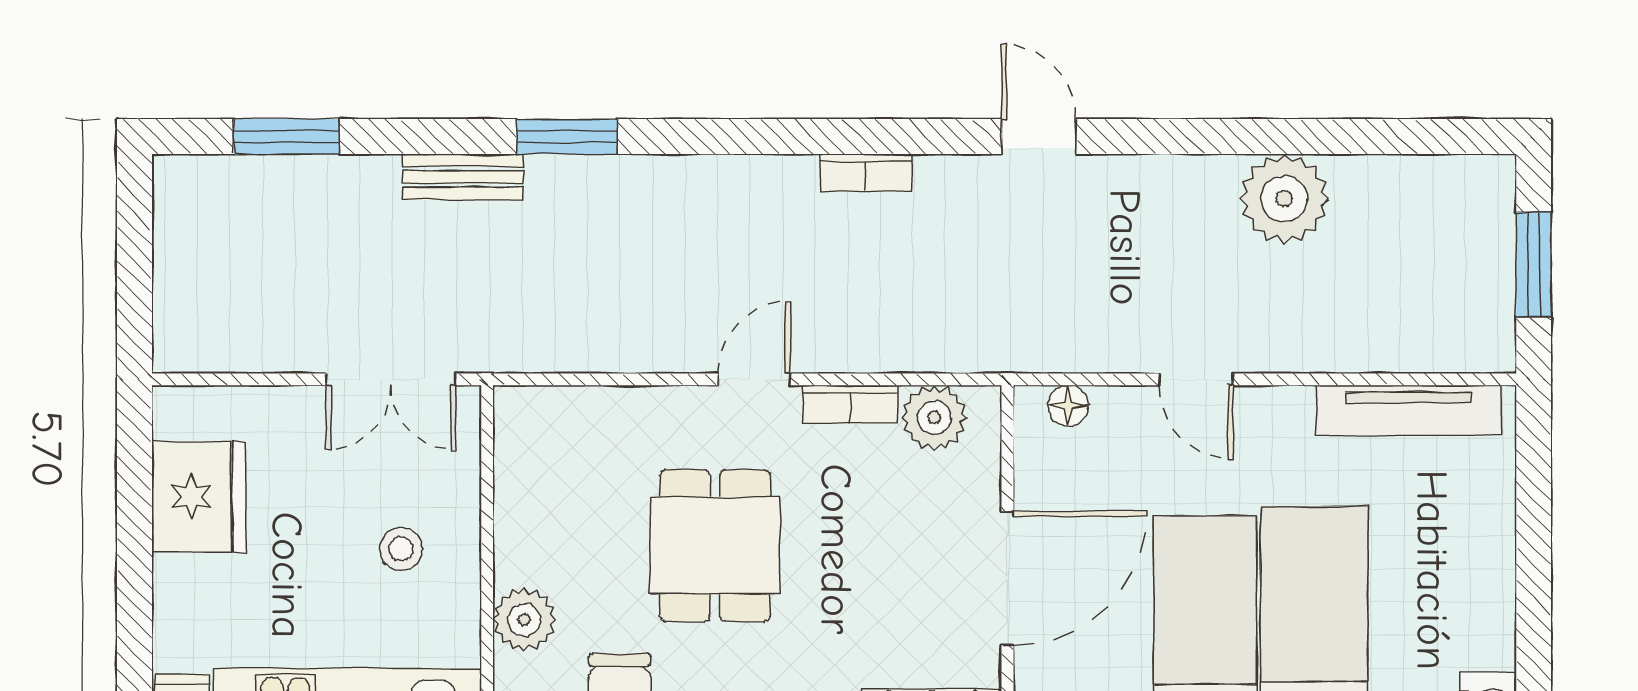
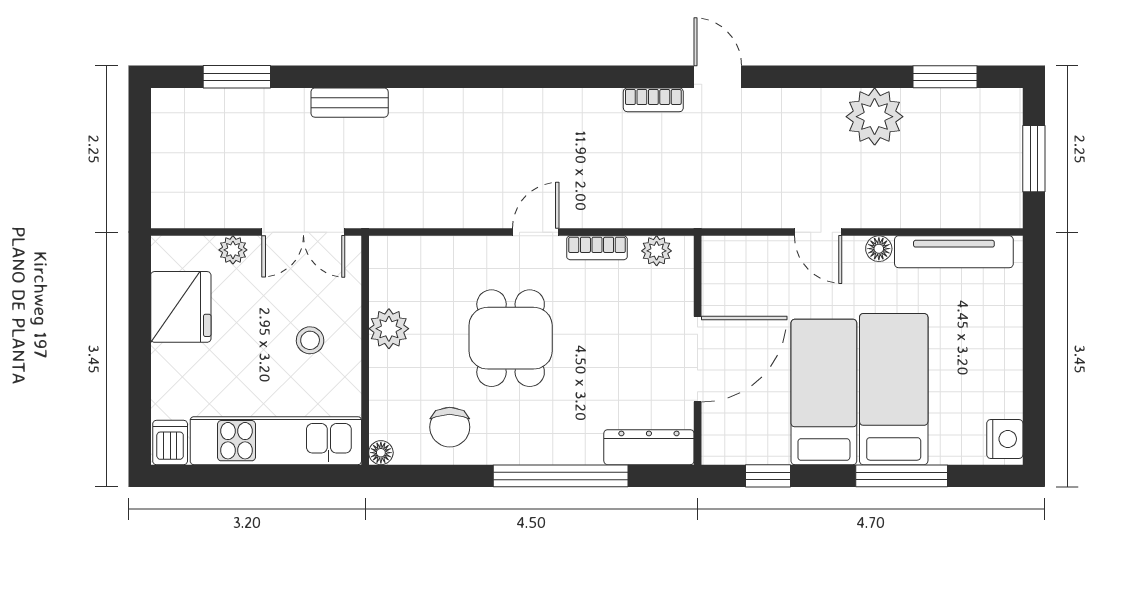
window: (567, 137) -> (945, 77), moved
bookcase: (866, 173) -> (653, 100), moved
floor lamp: (1068, 405) -> (879, 249), moved
plant: (280, 407) -> (233, 250), added
plant: (934, 418) -> (657, 251), width x0.73, depth x0.73
plant: (524, 620) -> (389, 329), moved

